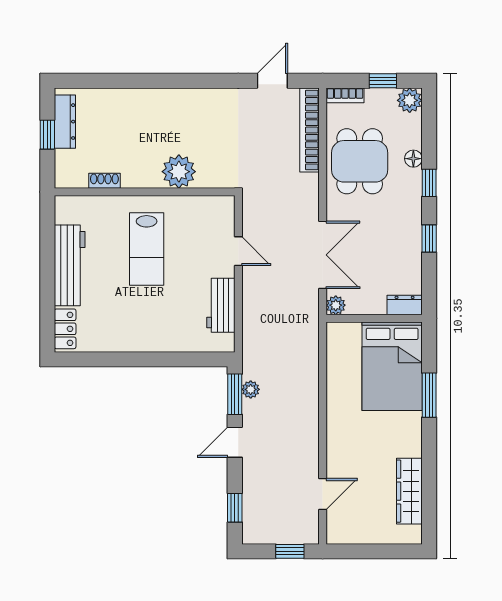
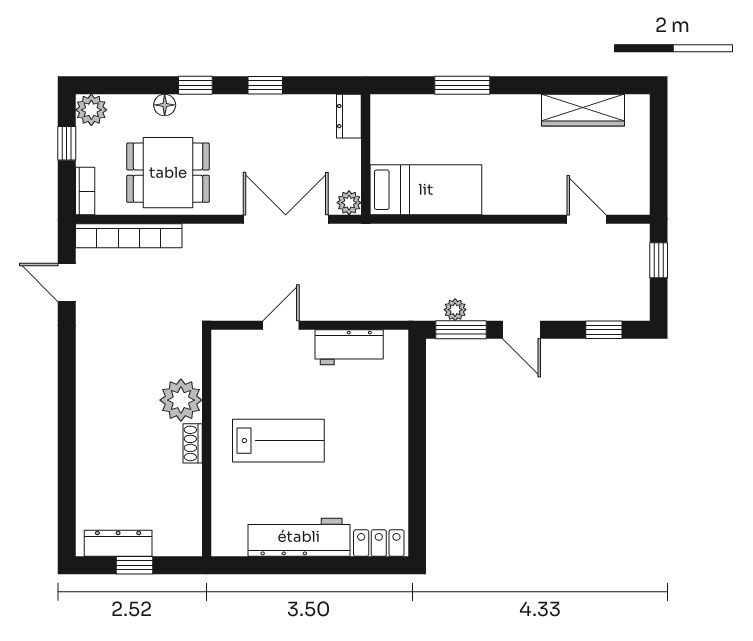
shoe rack: (104, 181) -> (193, 443), moved
bed: (392, 366) -> (426, 190), moved, width x0.67

